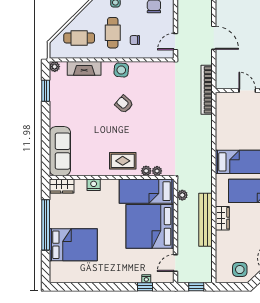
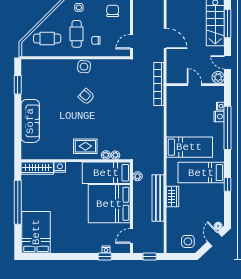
plant: (55, 67) -> (26, 64), removed
fireplace: (84, 68) -> (51, 65), removed
sofa: (60, 151) -> (30, 121), moved
wardrobe: (62, 186) -> (37, 168), width x1.50
bed: (73, 245) -> (36, 232), moved, turned -90

